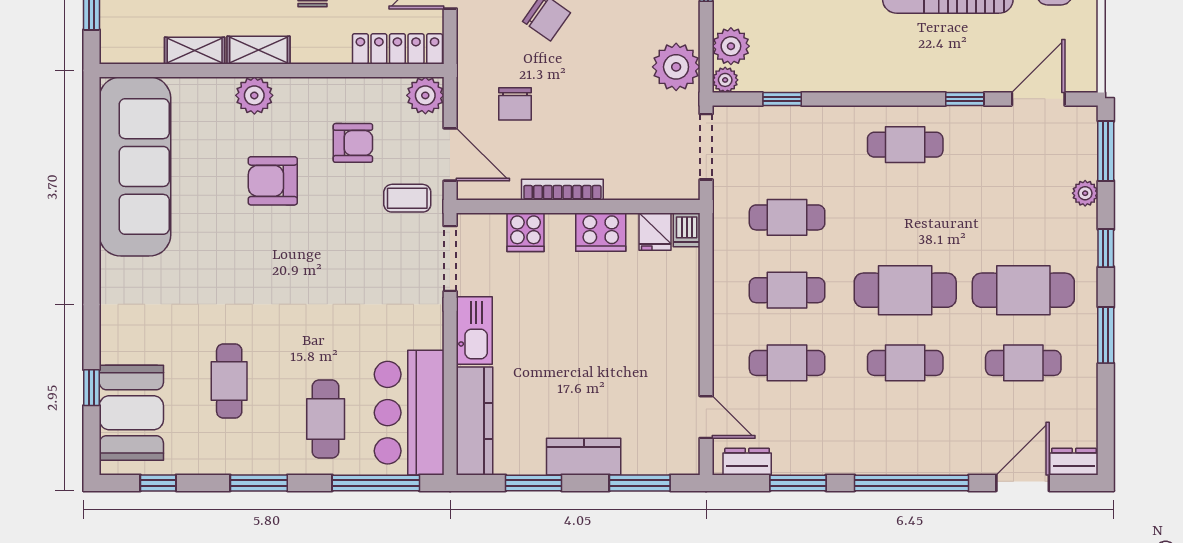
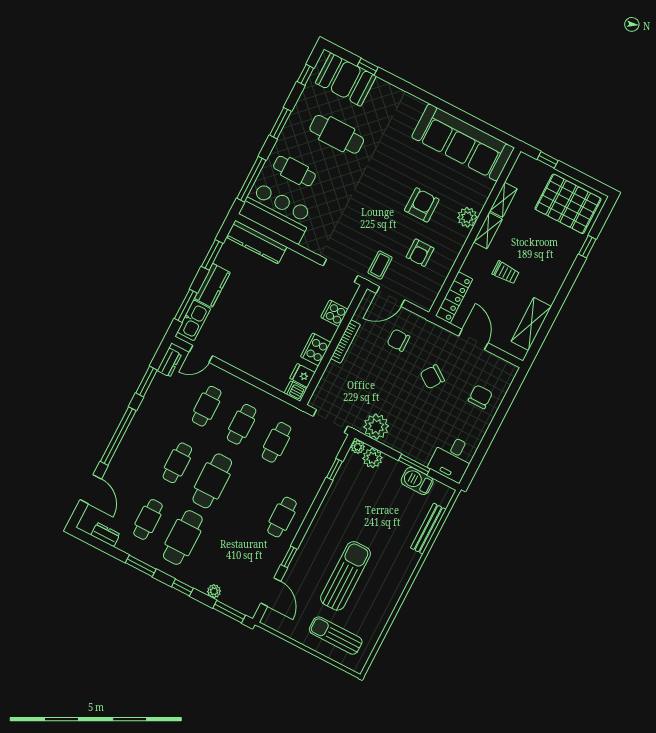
plant: (425, 95) -> (425, 299), removed
kitchen sink: (474, 330) -> (194, 320), moved, turned -90
cafe table: (229, 381) -> (337, 134), width x1.37, depth x1.35
dresser: (1074, 462) -> (105, 535), moved, turned -90

